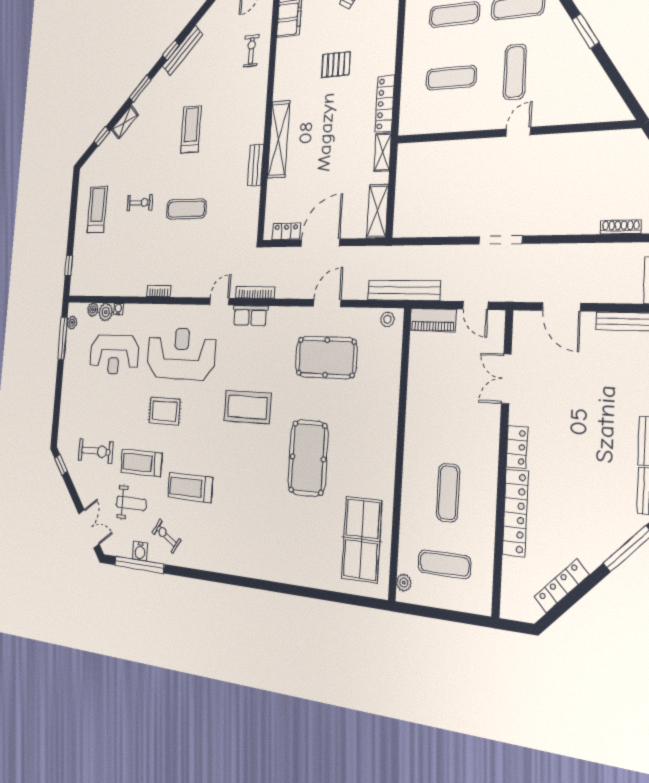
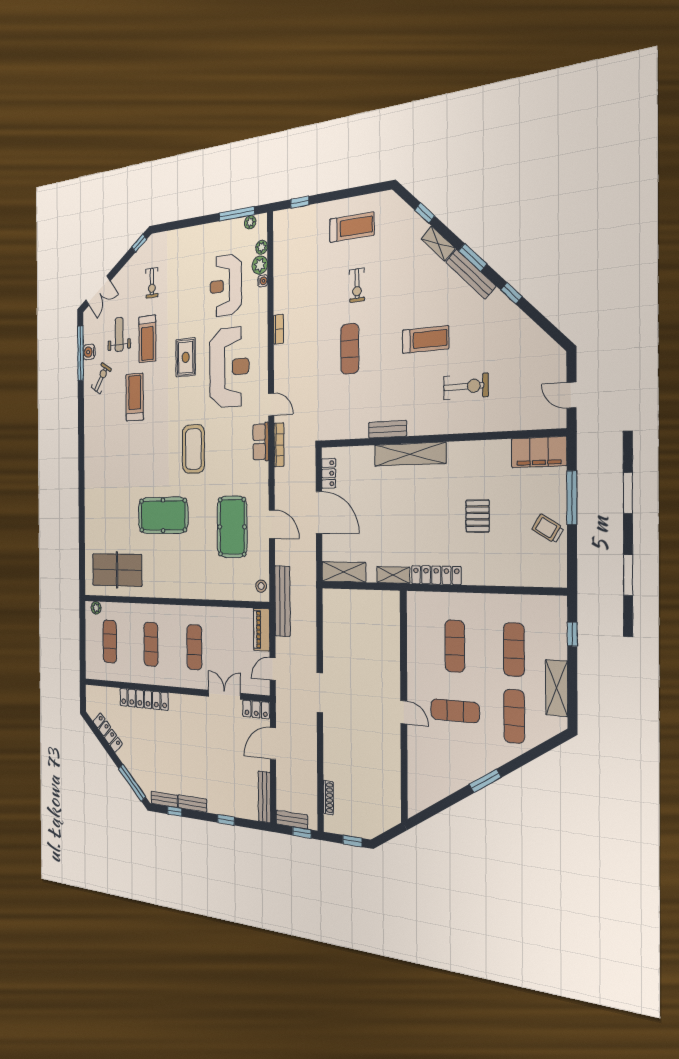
bench: (183, 50) -> (471, 274), moved
exercise bike: (251, 51) -> (466, 386), moved, width x1.38, depth x1.39
exercise mat: (452, 422) -> (194, 647), added
locker: (517, 447) -> (256, 709), moved
exercise bike: (96, 451) -> (152, 283), width x0.73, depth x0.72
treadmill: (141, 463) -> (147, 339), turned 180
exercise mat: (448, 493) -> (151, 644), turned 90
weight bench: (131, 503) -> (119, 334), turned 180

